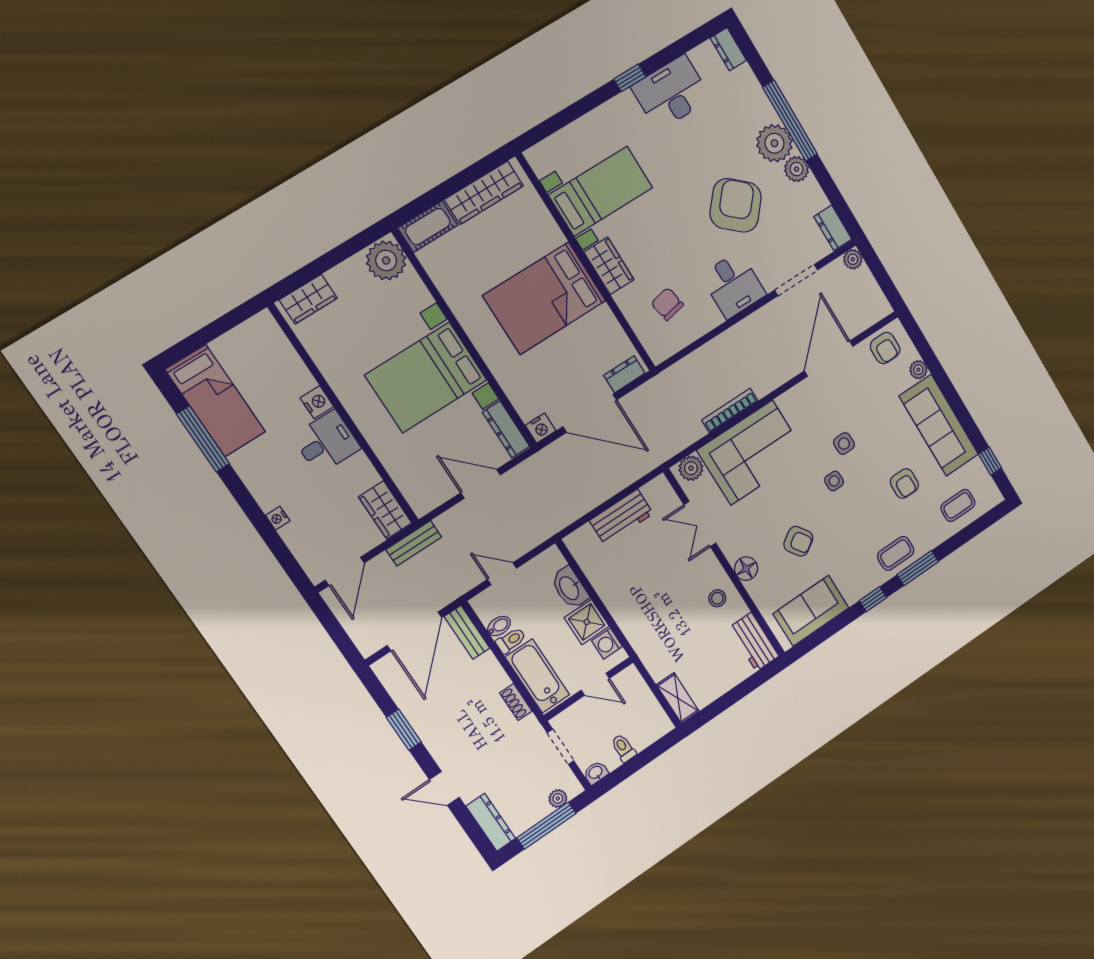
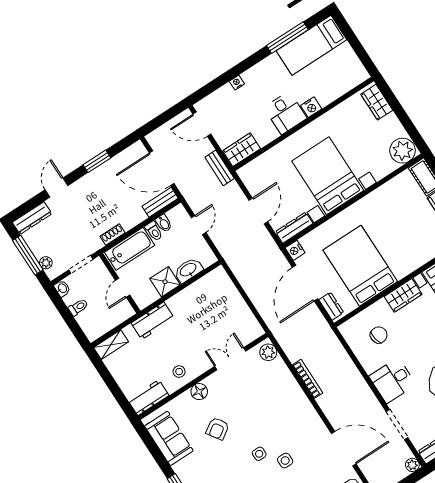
bed: (544, 298) -> (360, 266), moved
corner sofa: (752, 453) -> (279, 395), removed
workbench: (621, 517) -> (153, 321), moved, turned -90
washing machine: (607, 644) -> (150, 296), removed

